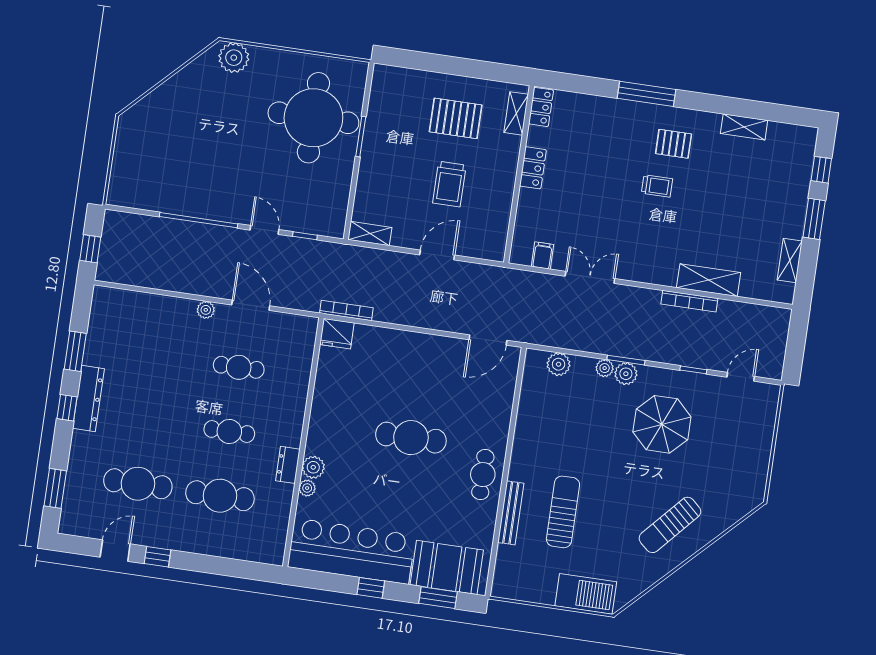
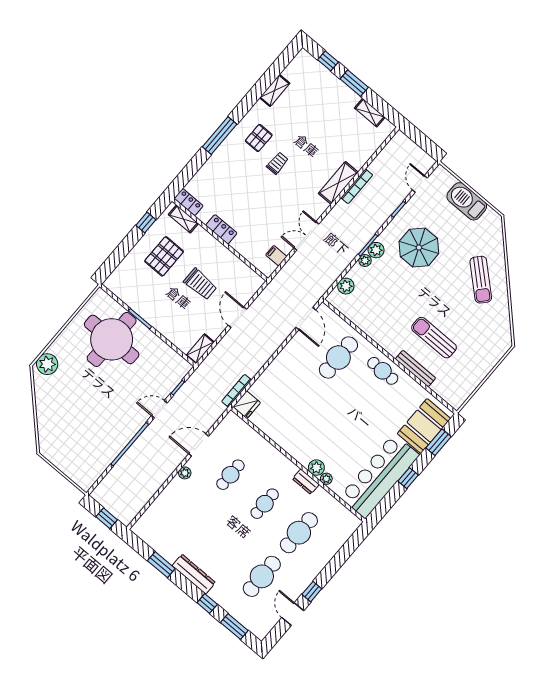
window: (483, 70) -> (146, 222), added
shelving: (709, 280) -> (338, 183), moved
window: (67, 408) -> (207, 603), moved
cafe table: (411, 438) -> (338, 358), moved
barbecue: (586, 594) -> (467, 201), moved, turned -90

